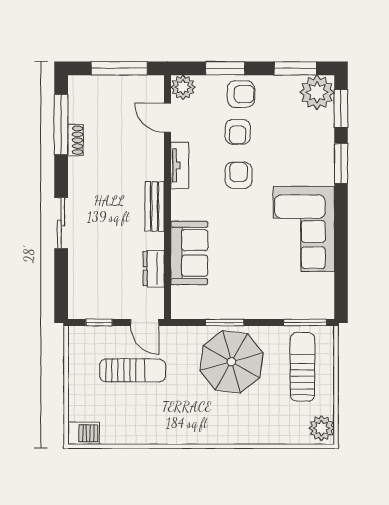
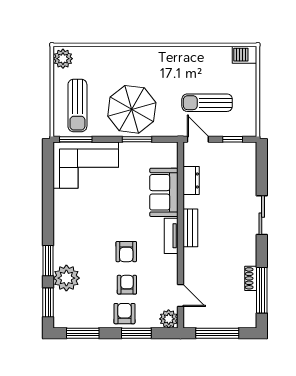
plant: (317, 92) -> (66, 278), moved
armchair: (241, 94) -> (124, 314), turned 90
tv unit: (180, 165) -> (171, 236), moved
corner sofa: (304, 229) -> (86, 165), moved, turned 90

